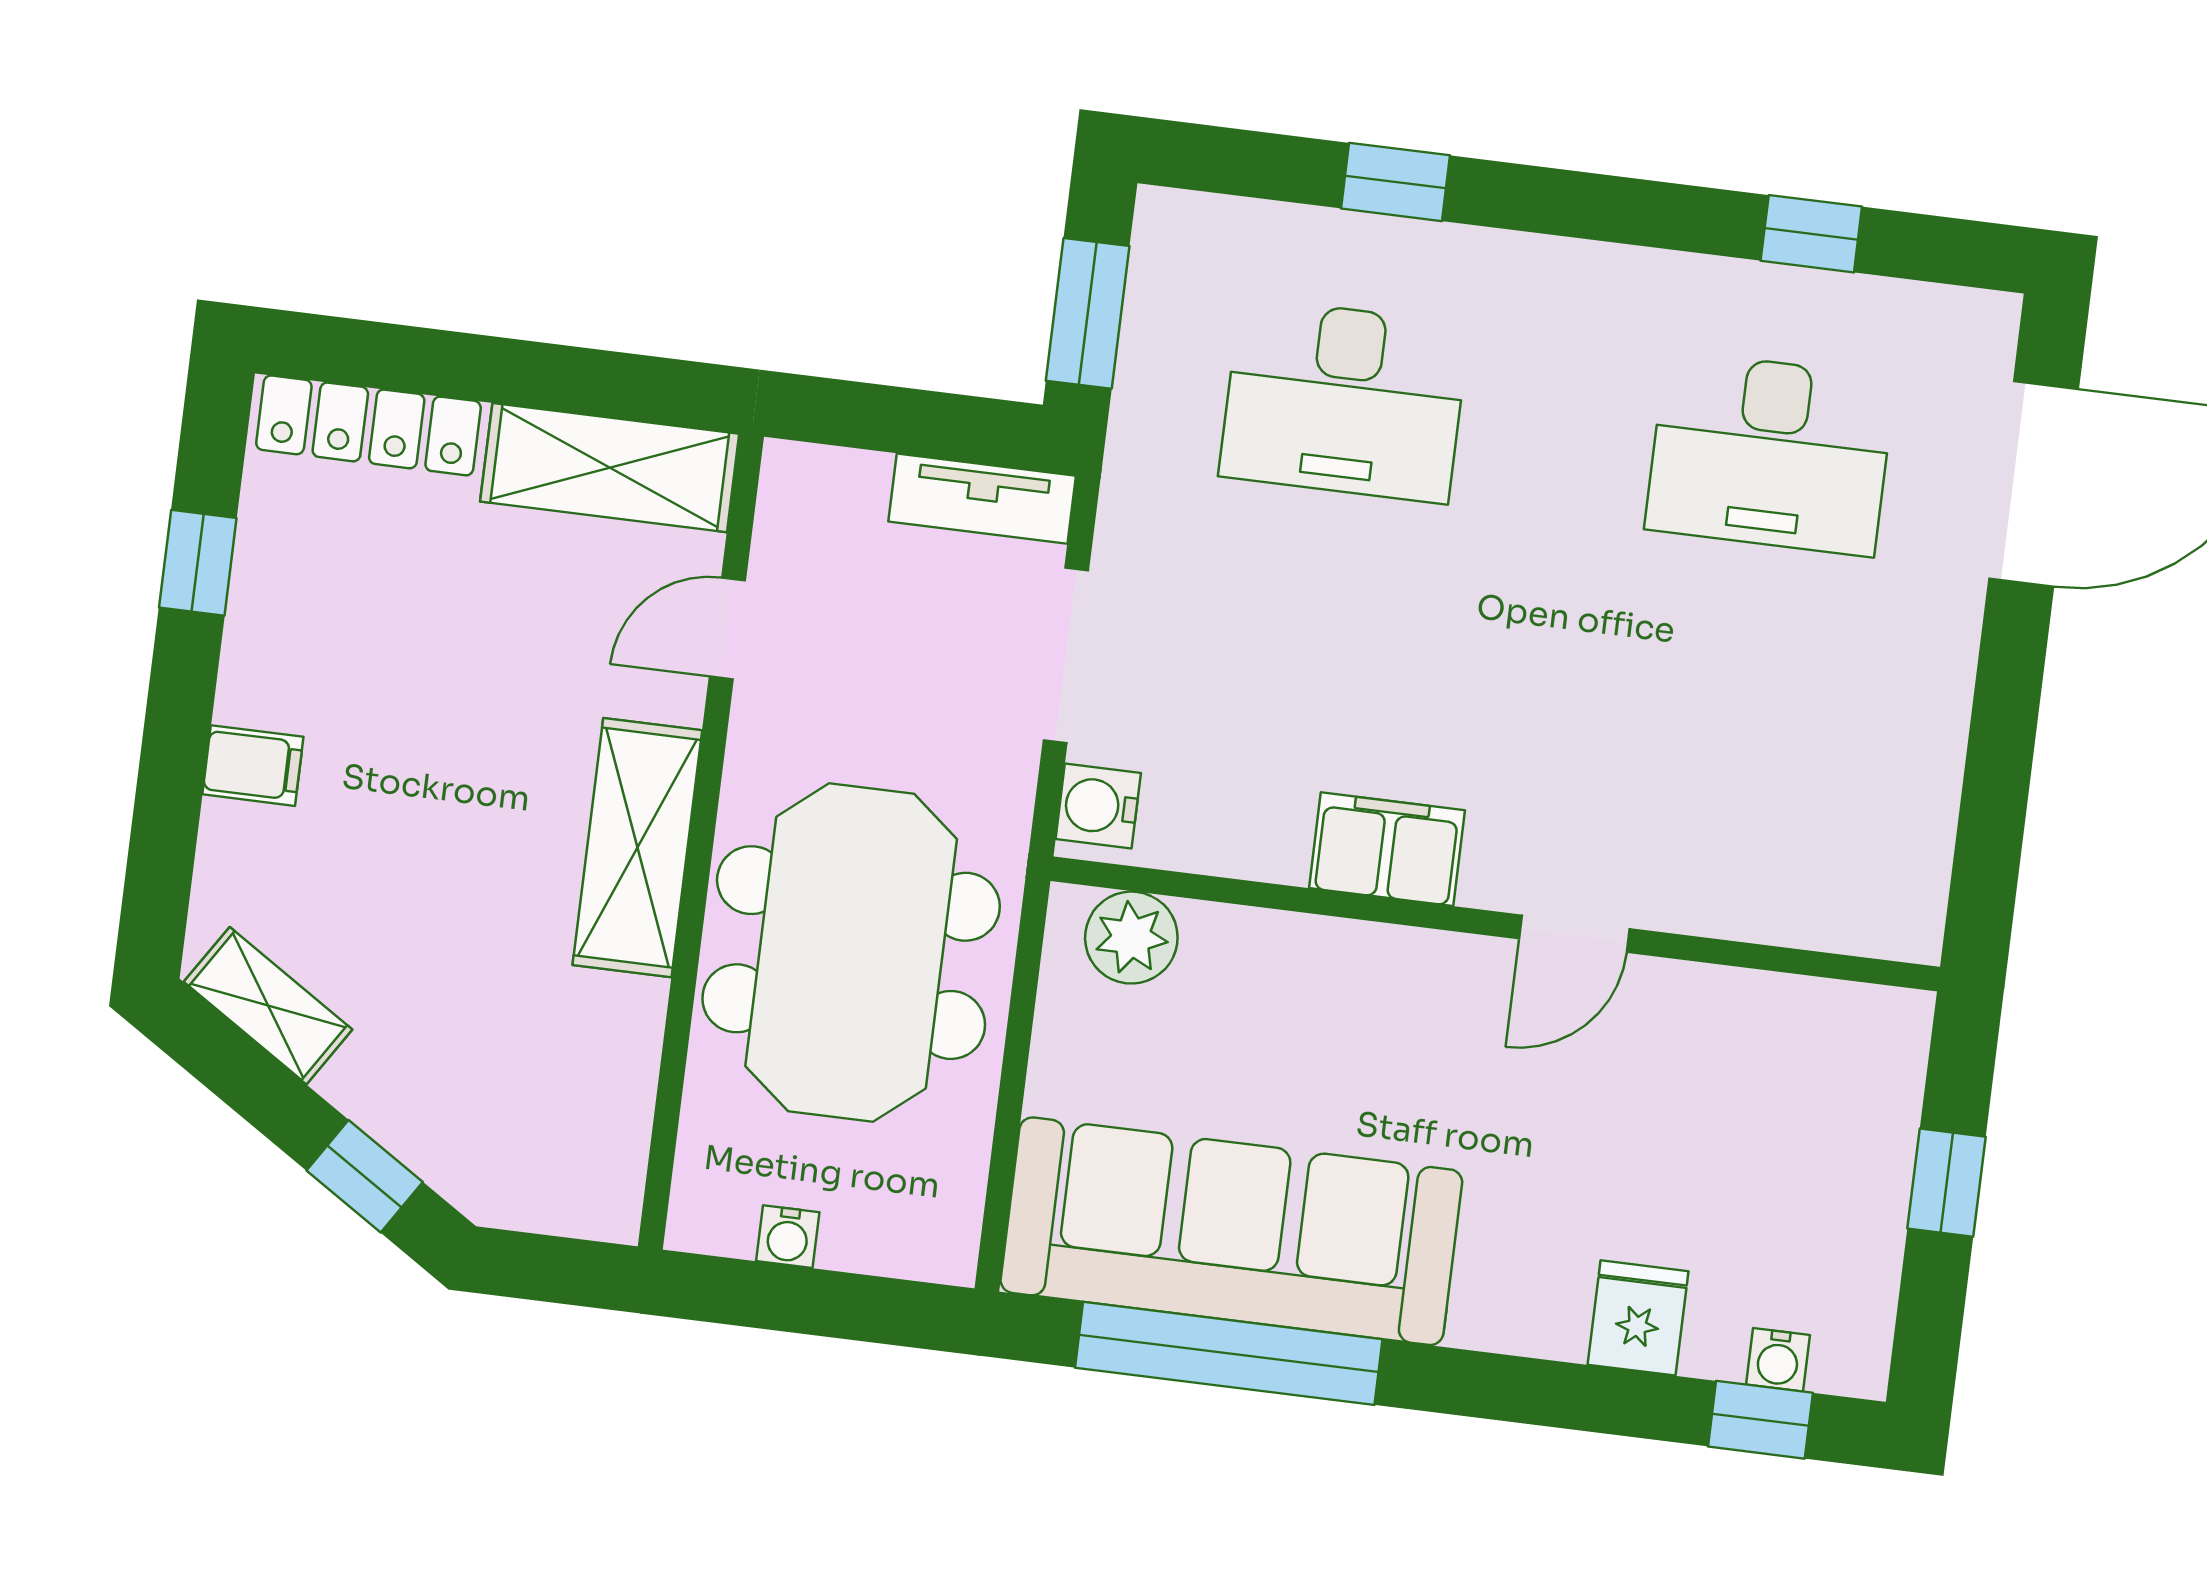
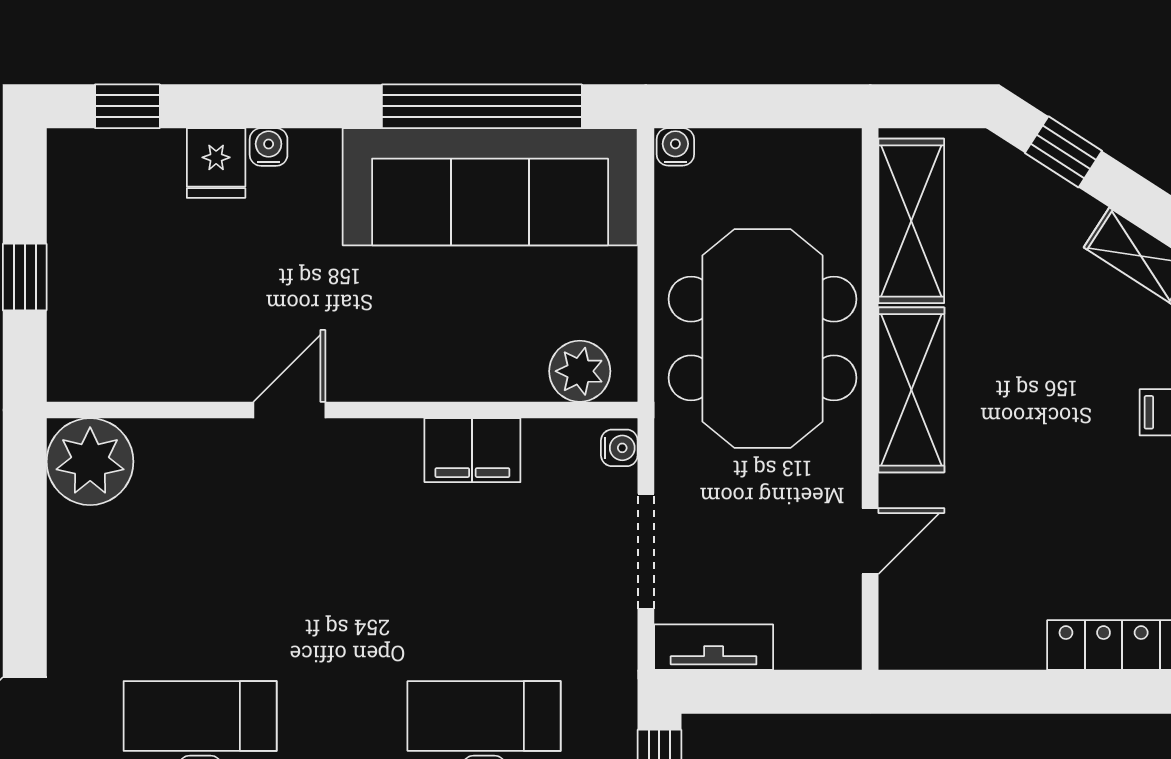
shelving: (610, 468) -> (911, 221), moved, turned 90
water cooler: (1098, 806) -> (619, 448), width x0.72, depth x0.72
filing cabinet: (1387, 849) -> (472, 450), moved
plant: (1883, 894) -> (90, 462), added
water cooler: (788, 1237) -> (675, 147), moved
water cooler: (1778, 1360) -> (269, 147), moved

